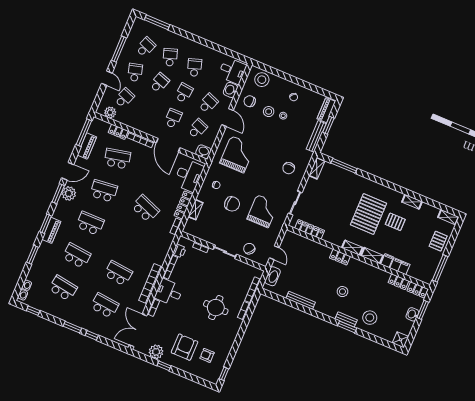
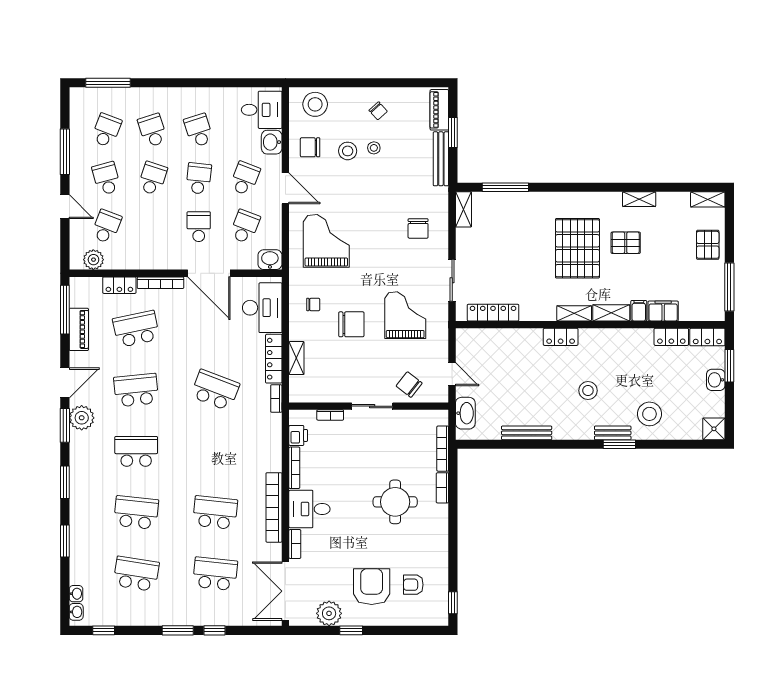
piano: (51, 230) -> (79, 489), removed

